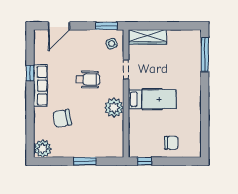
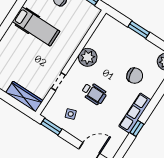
side table: (112, 44) -> (71, 114), moved
wheelchair: (88, 79) -> (94, 93), turned 180
hospital bed: (152, 99) -> (36, 26), moved, turned 180

